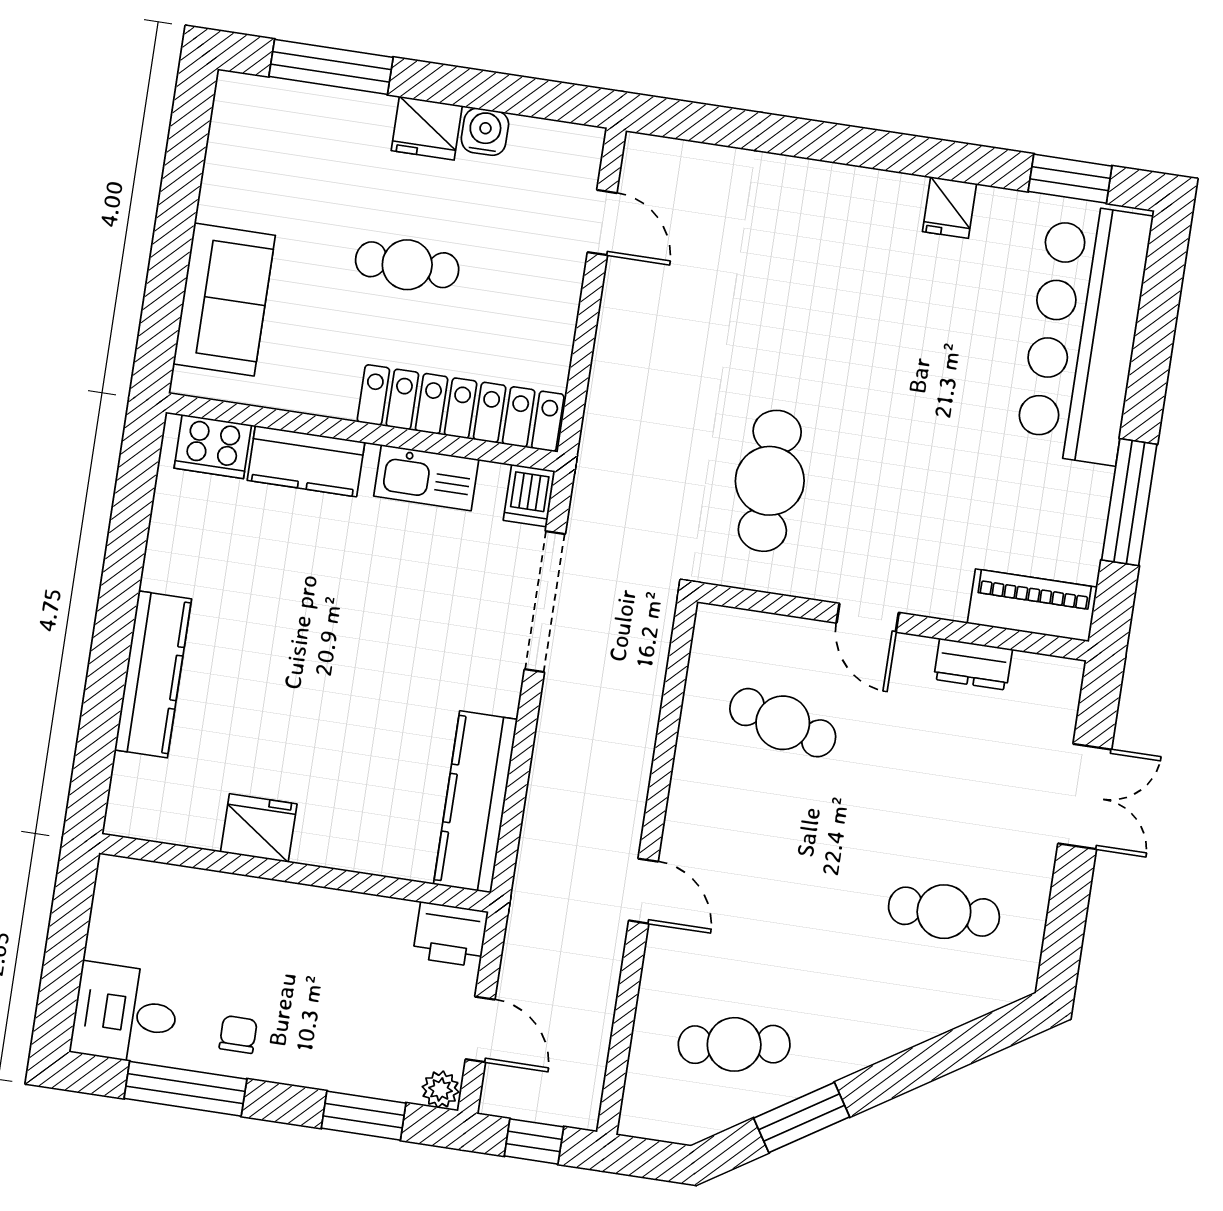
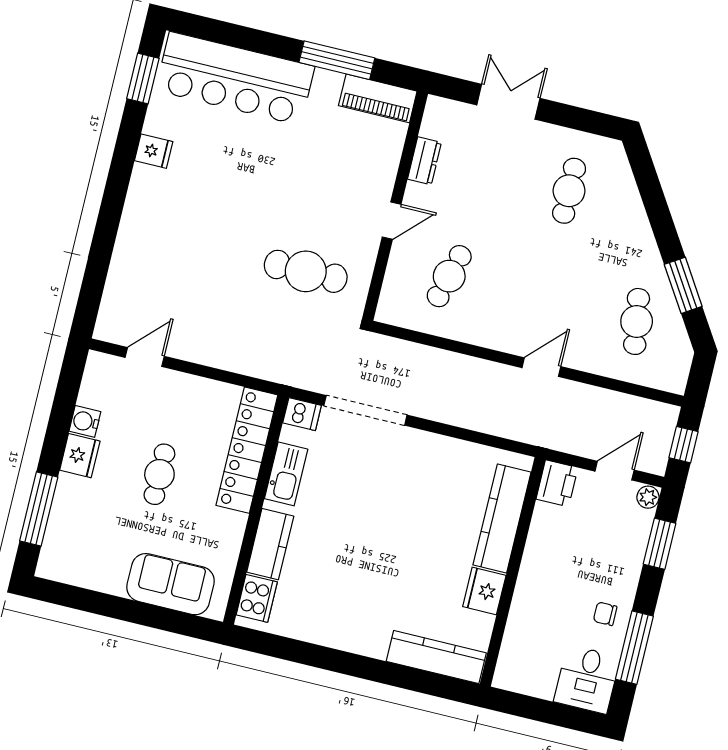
piano: (1032, 605) -> (378, 98), moved, turned -90
kitchen counter: (153, 674) -> (436, 657), moved
kitchen counter: (475, 802) -> (502, 519), moved, turned 90

